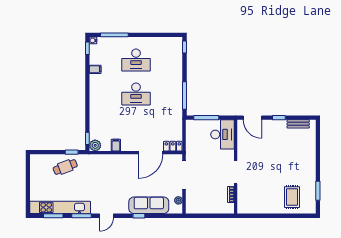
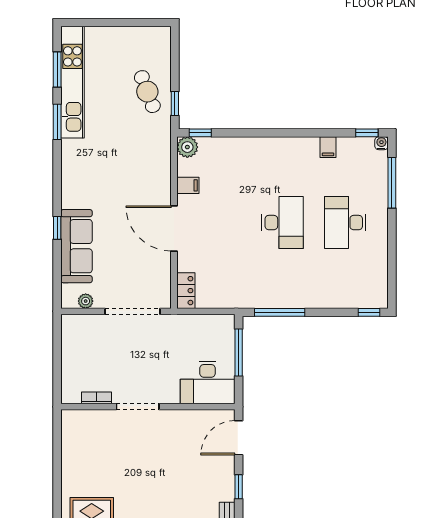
desk: (136, 94) -> (282, 223), turned 180
door: (151, 153) -> (174, 229), moved
door: (106, 216) -> (57, 168), removed

